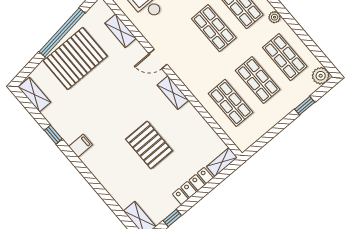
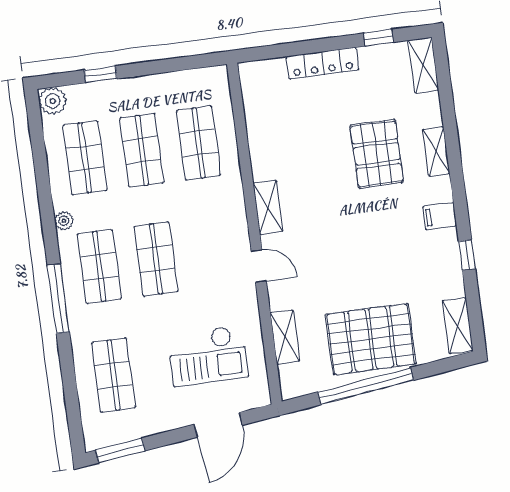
pallet: (149, 145) -> (377, 154), moved
shelving: (222, 162) -> (436, 151), moved, turned 90

